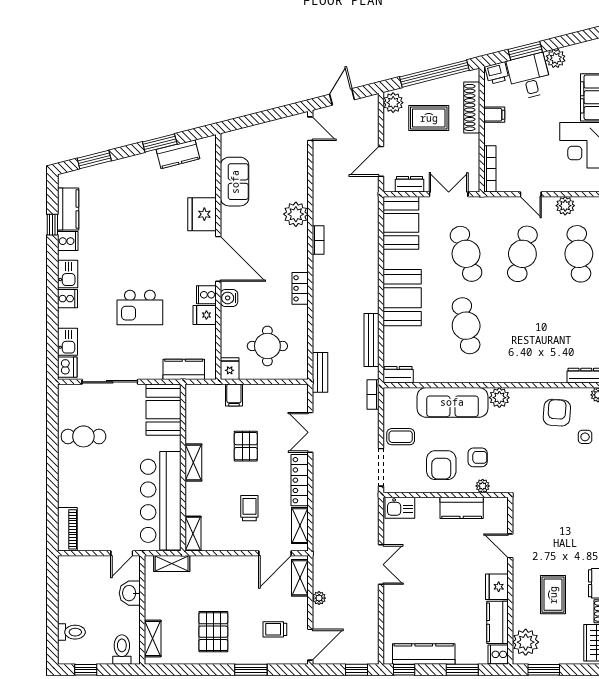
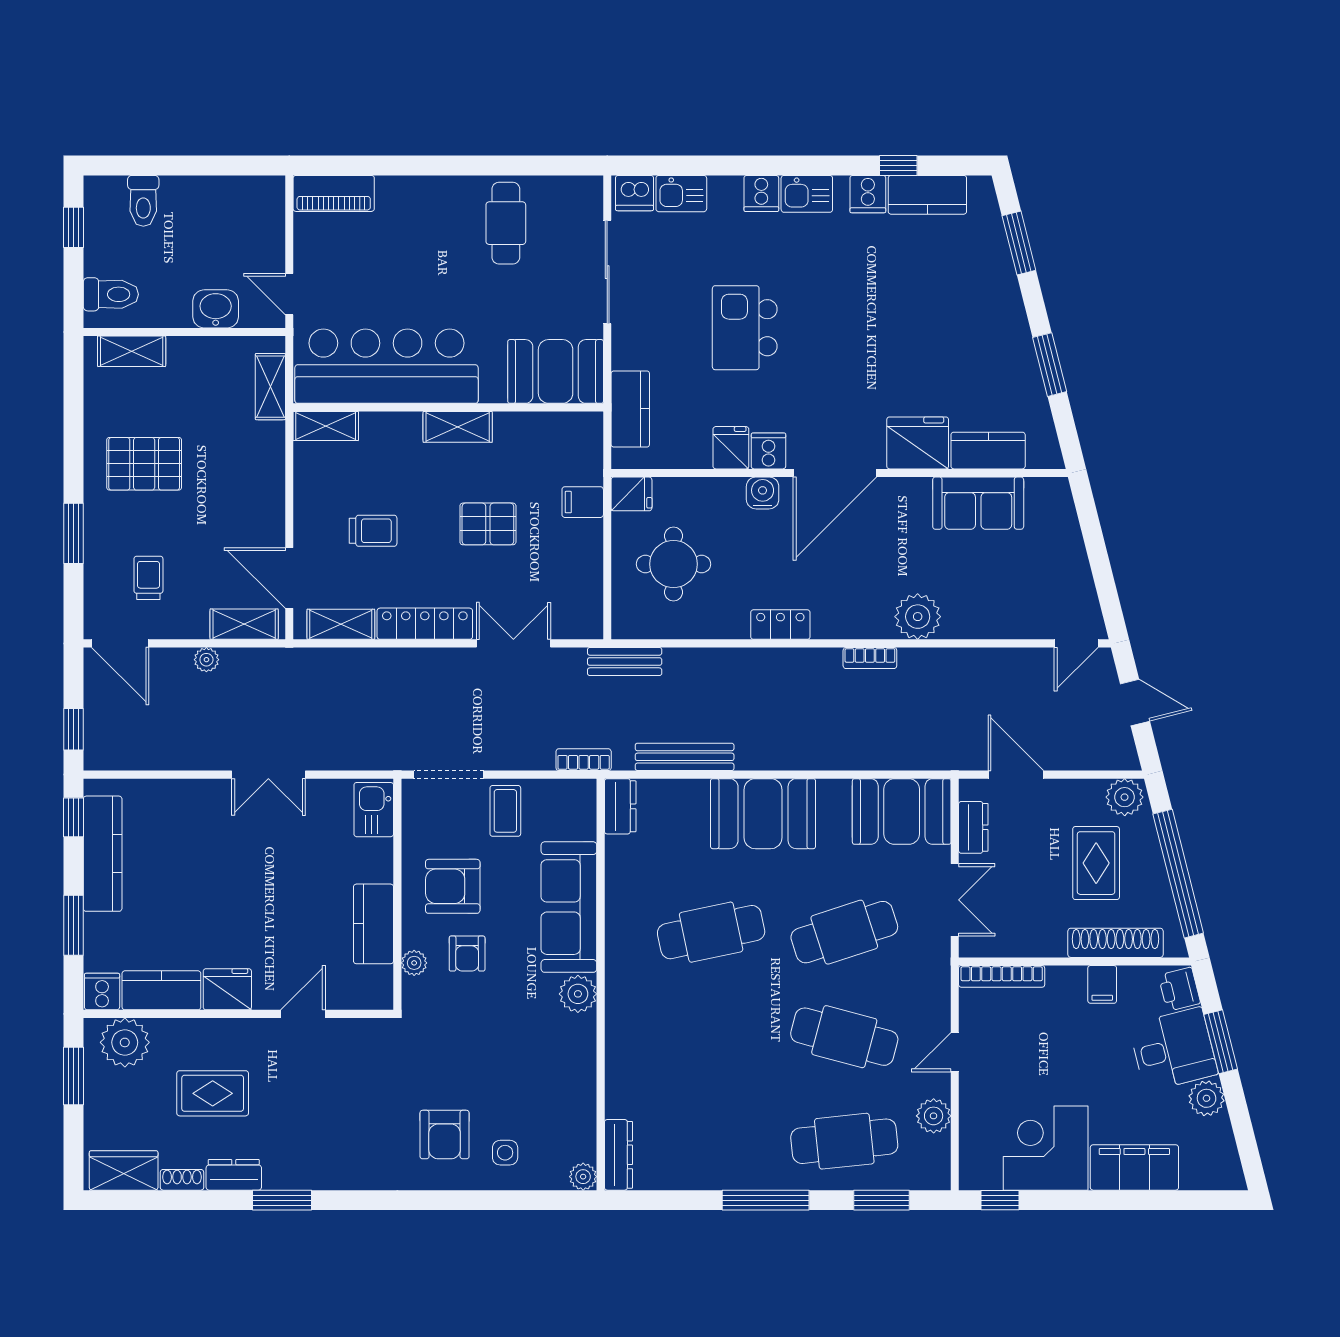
kitchen counter: (178, 154) -> (988, 451), moved, turned 104
armchair: (557, 413) -> (445, 1135), moved, turned 86

